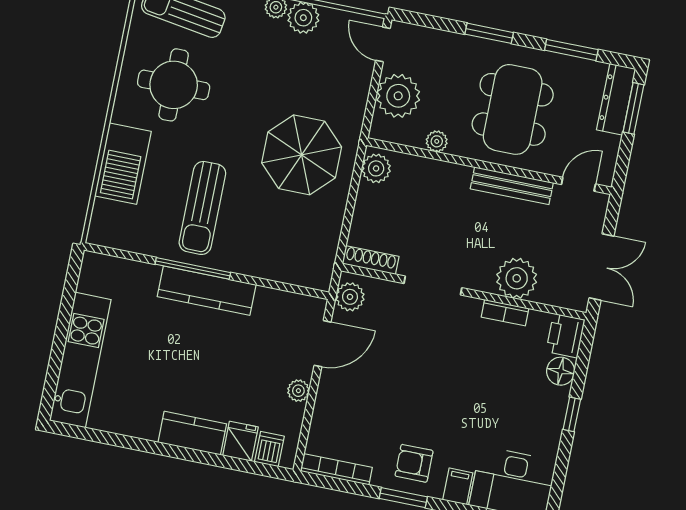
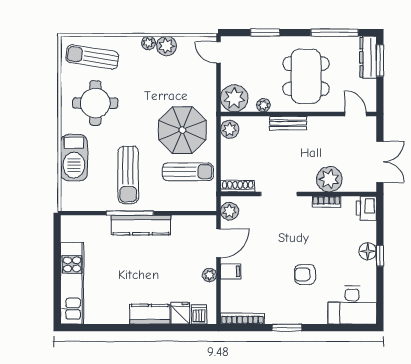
window: (489, 33) -> (265, 33), moved
window: (571, 50) -> (335, 33), width x1.44
plant: (398, 96) -> (234, 98), moved
door: (578, 184) -> (356, 114), hinge flipped
bench: (512, 186) -> (288, 123), moved, width x0.73
sun lounger: (297, 222) -> (188, 172), added
floor lamp: (561, 371) -> (368, 251), moved
armchair: (414, 463) -> (305, 274), moved
filing cabinet: (458, 486) -> (231, 271), moved, turned 90

